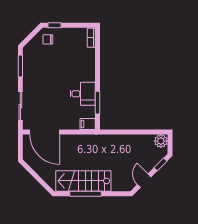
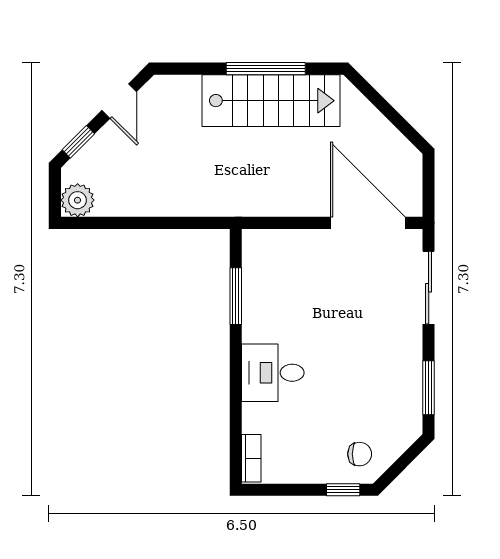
desk: (83, 94) -> (273, 373), moved
filing cabinet: (88, 124) -> (260, 243), removed

